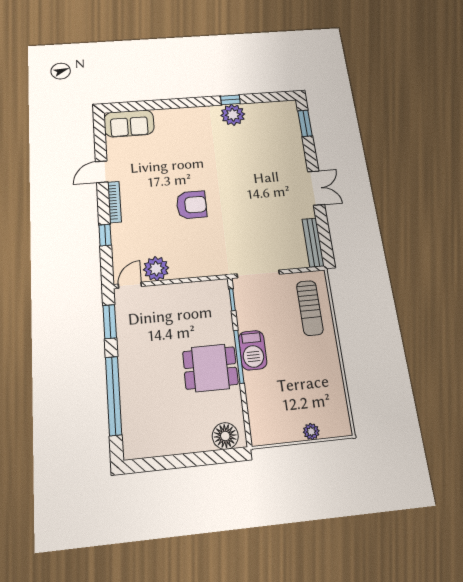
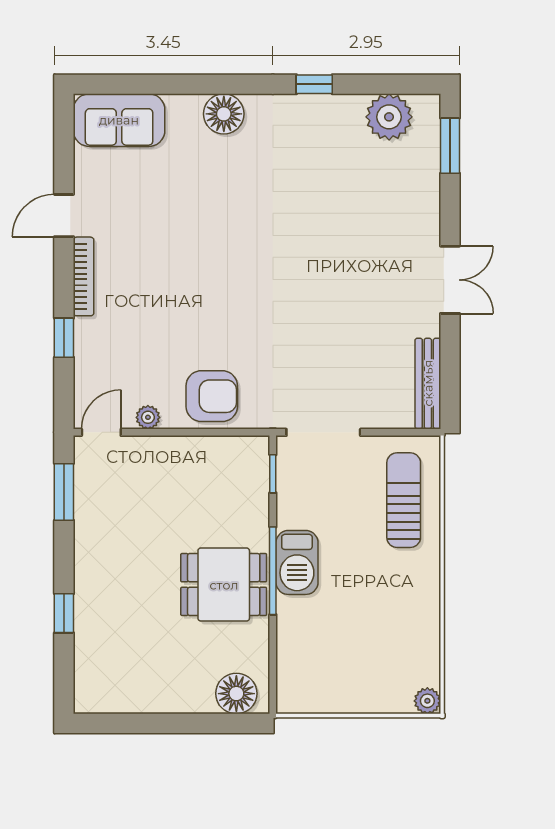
plant: (233, 115) -> (389, 117), moved
floor lamp: (185, 117) -> (224, 114), added
armchair: (191, 205) -> (212, 396), moved
plant: (156, 269) -> (148, 417), width x0.53, depth x0.53
sun lounger: (310, 308) -> (404, 500), turned 180
window: (114, 396) -> (64, 613), width x0.32
plant: (311, 432) -> (427, 701), moved

